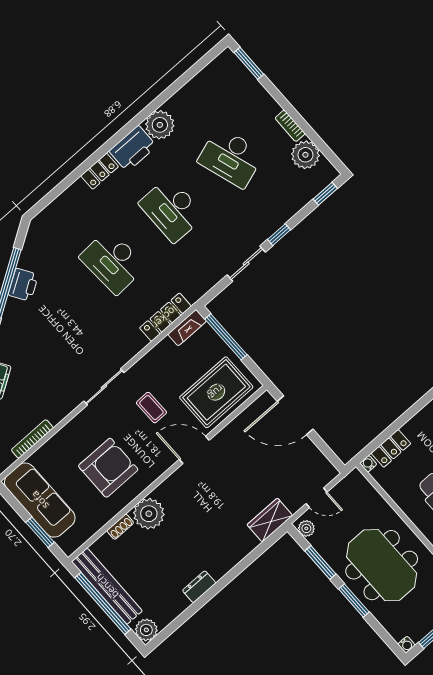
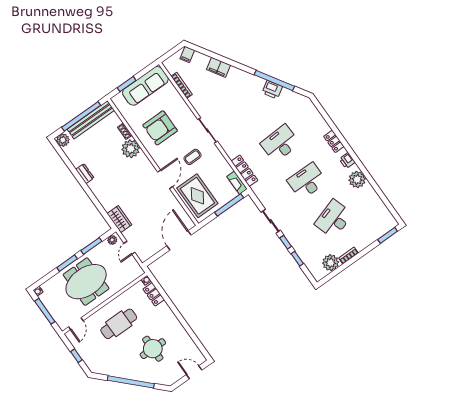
printer: (133, 149) -> (347, 161), width x0.53, depth x0.68
window: (325, 194) -> (297, 259), moved
armchair: (108, 468) -> (160, 128), turned 90

